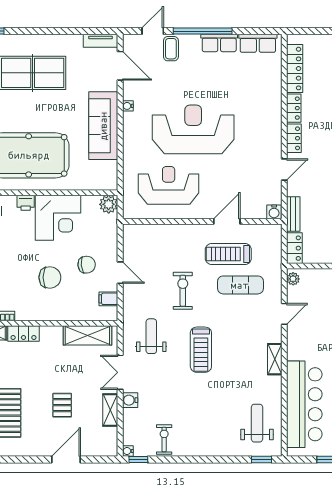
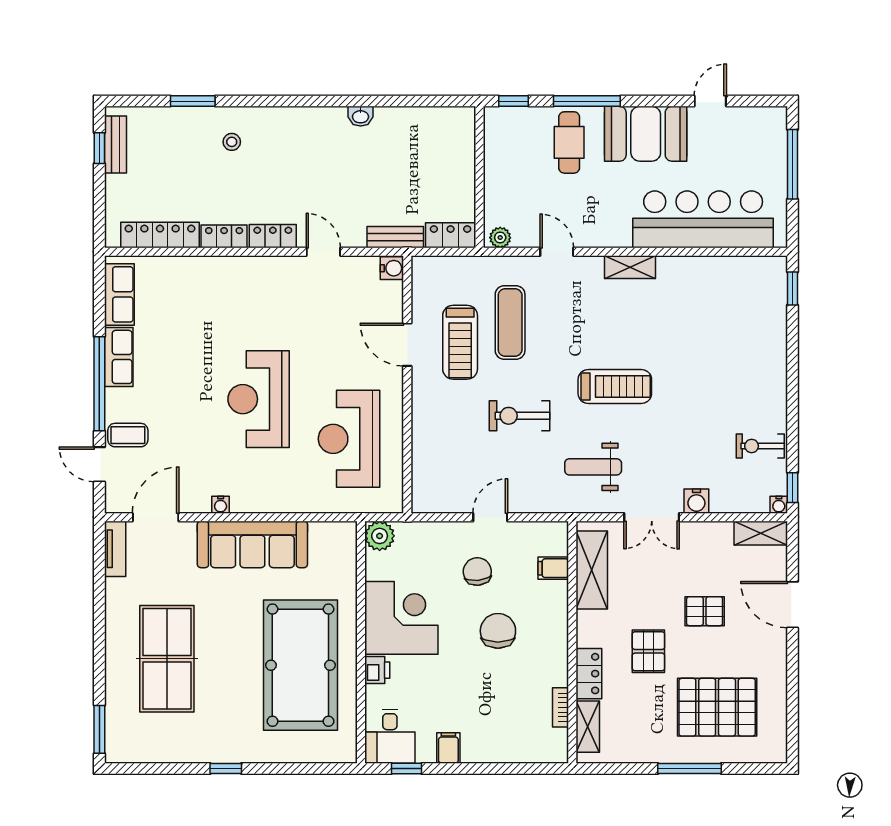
reception desk: (193, 129) -> (259, 399), width x0.74, depth x0.77
filing cabinet: (108, 299) -> (553, 568), moved, turned 90
pallet: (37, 370) -> (648, 651), added
shelving: (110, 410) -> (761, 533), moved
weight bench: (257, 423) -> (734, 296), removed

